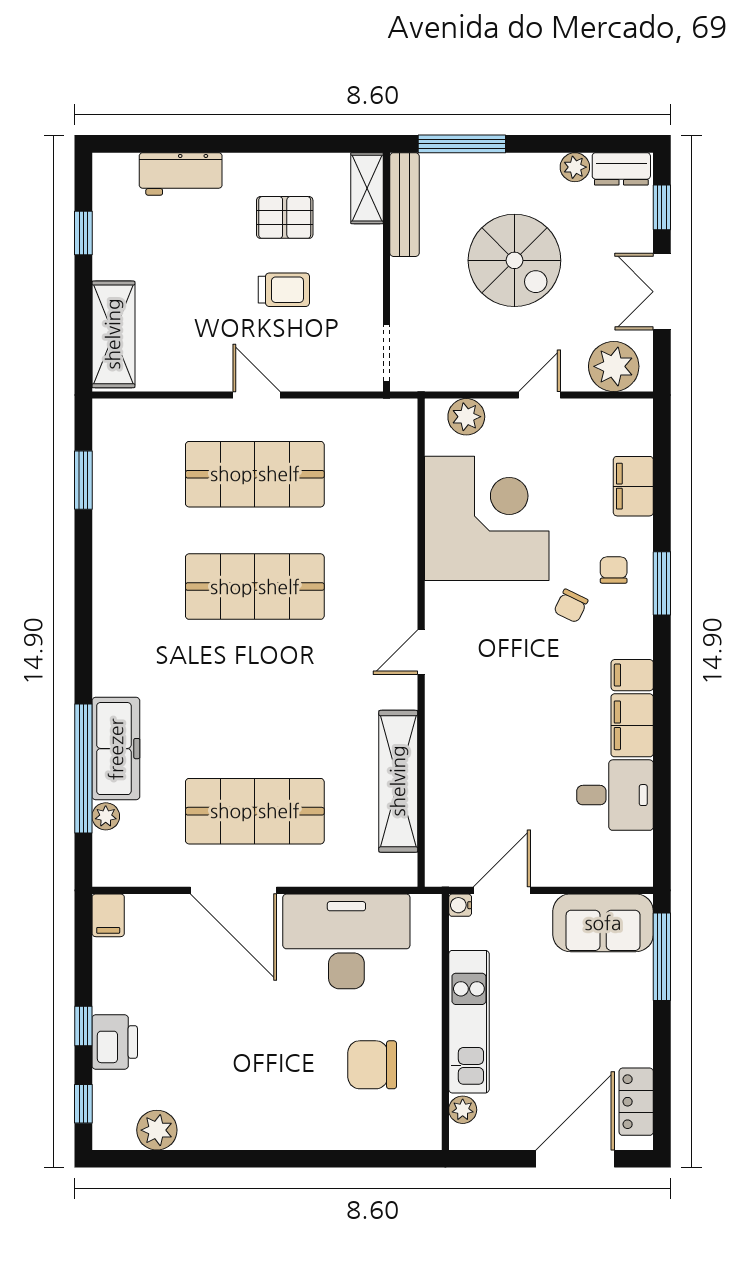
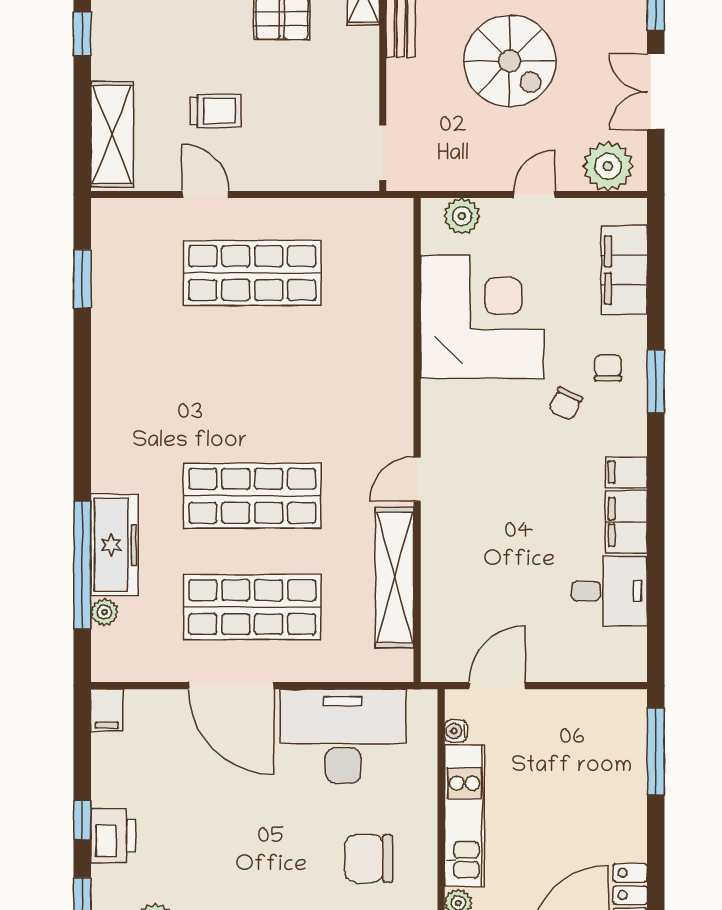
trolley: (284, 290) -> (216, 111), moved
door: (256, 395) -> (205, 195), moved
filing cabinet: (633, 486) -> (624, 270), width x1.50, depth x1.17
shop shelf: (255, 587) -> (252, 496), moved
door: (421, 652) -> (417, 479), moved
water cooler: (460, 905) -> (456, 731), moved
sofa: (603, 923) -> (597, 718), removed

